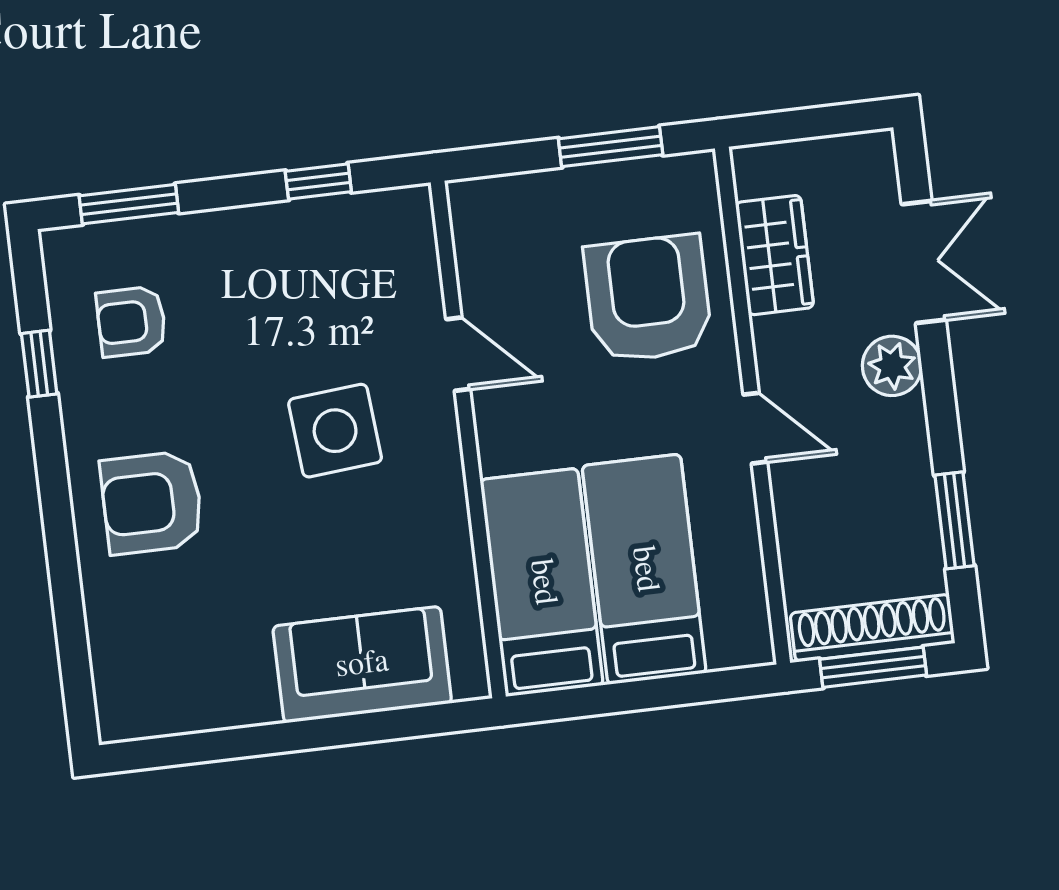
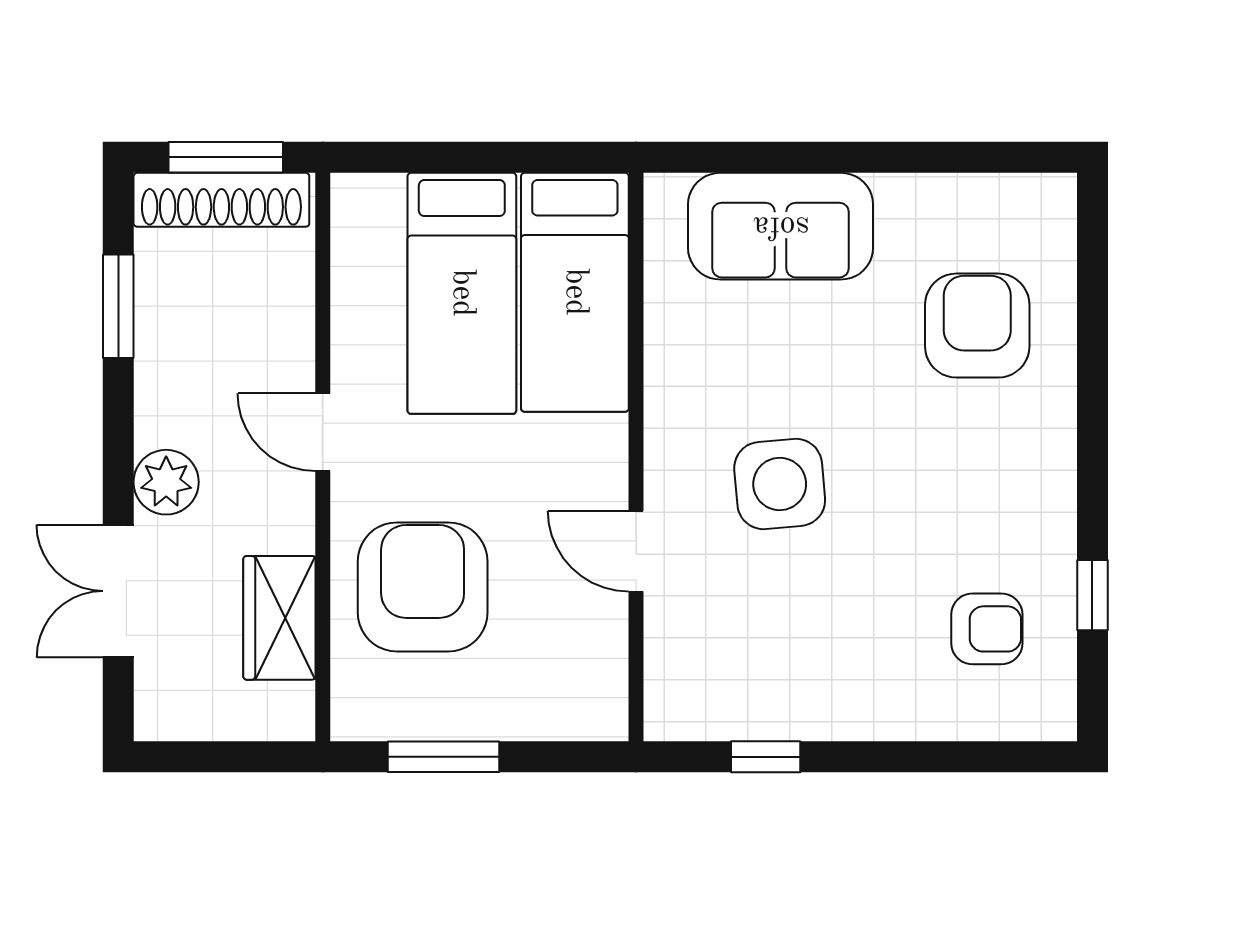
window: (129, 204) -> (974, 757), removed
armchair: (648, 299) -> (423, 587), turned 180
armchair: (152, 503) -> (977, 326), moved, turned -90

